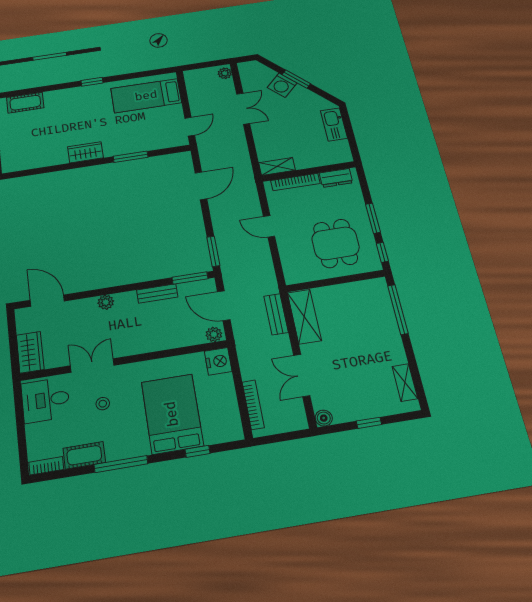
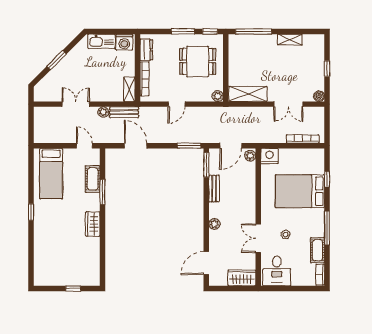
plant: (225, 73) -> (103, 112), moved
washing machine: (282, 85) -> (124, 42), moved, turned 45
cot: (25, 103) -> (93, 179), moved
plant: (292, 277) -> (218, 96), added
bench: (276, 314) -> (124, 112), moved
shelving: (405, 383) -> (290, 40), moved

